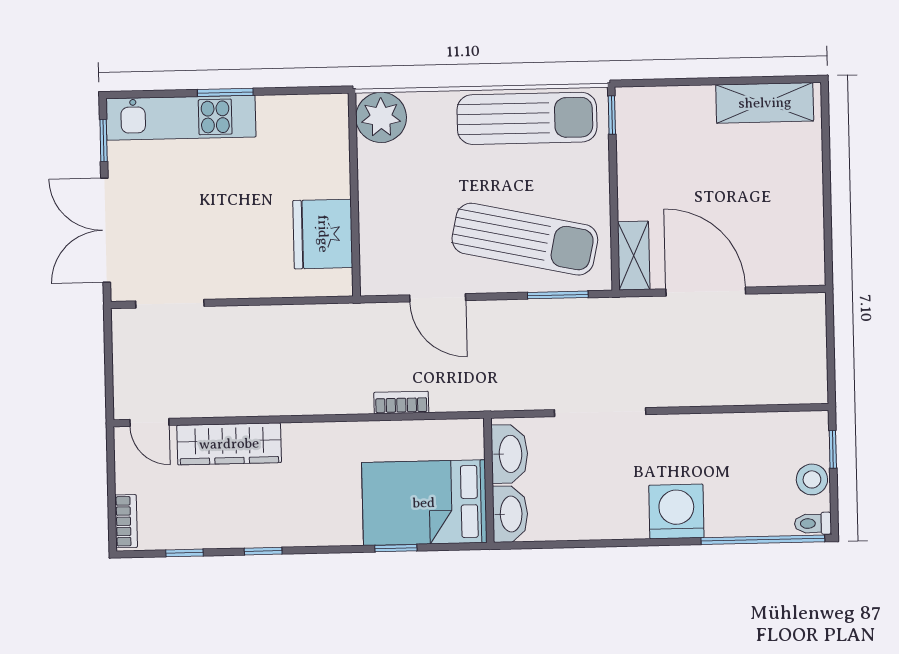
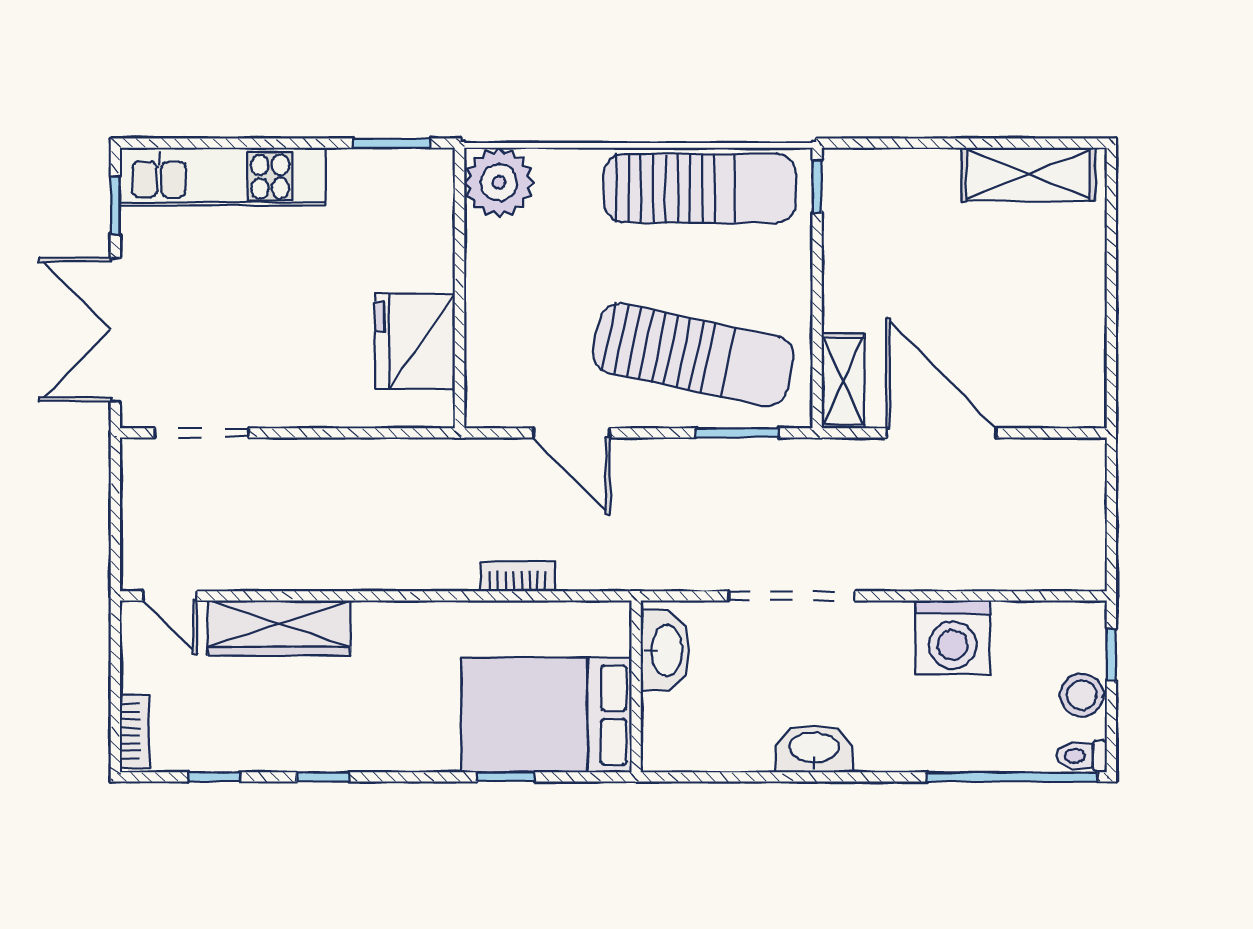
window: (225, 92) -> (392, 143), moved
washing machine: (676, 511) -> (953, 638), moved, turned 180
washbasin: (510, 514) -> (814, 749), moved, turned -90

